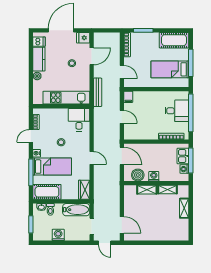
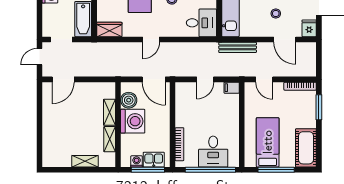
door: (122, 72) -> (264, 79), hinge flipped
door: (122, 156) -> (154, 79), hinge flipped
washing machine: (154, 176) -> (133, 121), width x1.89, depth x1.89

